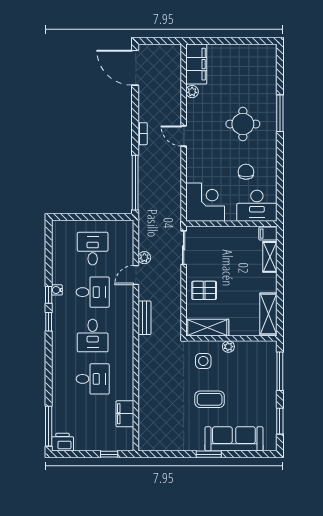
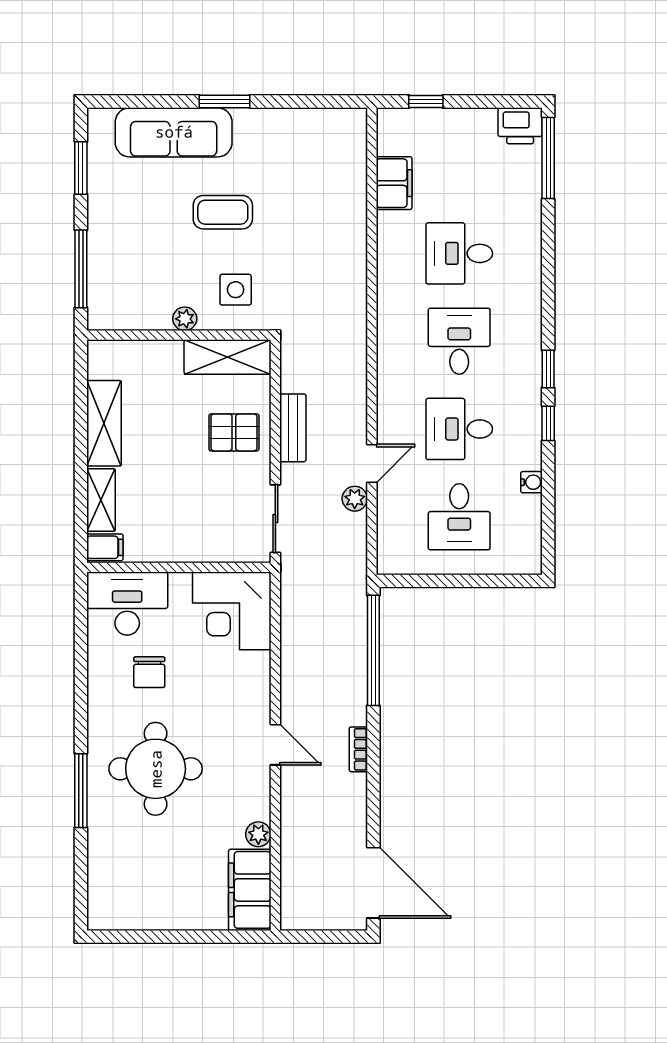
round table: (243, 124) -> (156, 769), width x1.36, depth x1.36
water cooler: (57, 290) -> (531, 482), moved
shelving: (268, 314) -> (104, 423), moved
bench: (145, 318) -> (293, 428), moved

